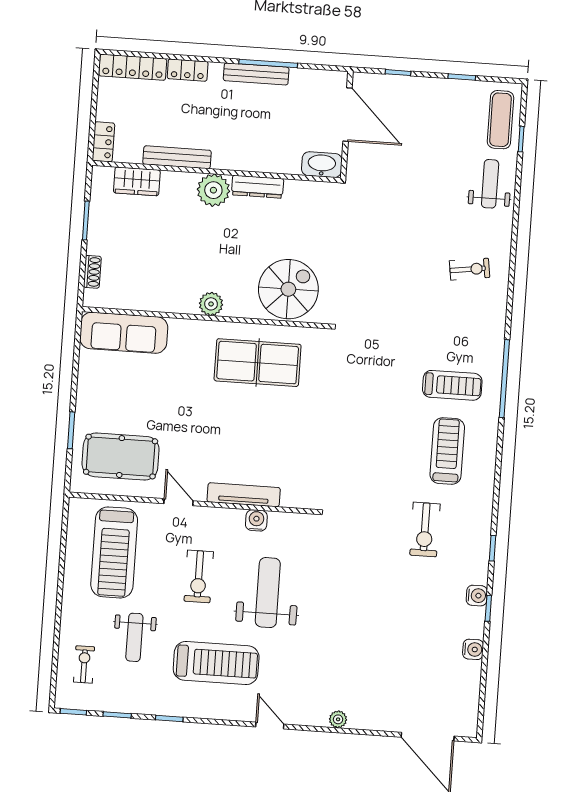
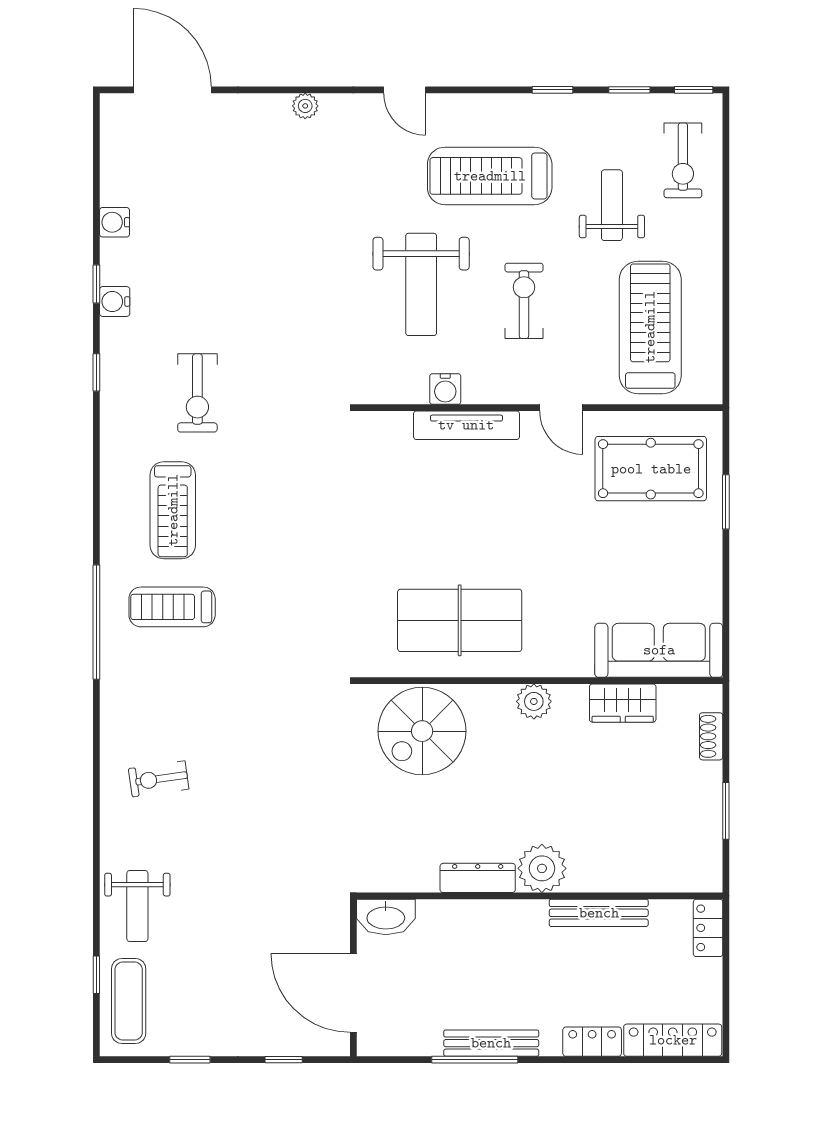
wardrobe: (137, 181) -> (623, 703), moved, turned 180
exercise bike: (425, 529) -> (197, 393), turned 180
exercise bike: (84, 664) -> (683, 160), width x1.38, depth x1.39

